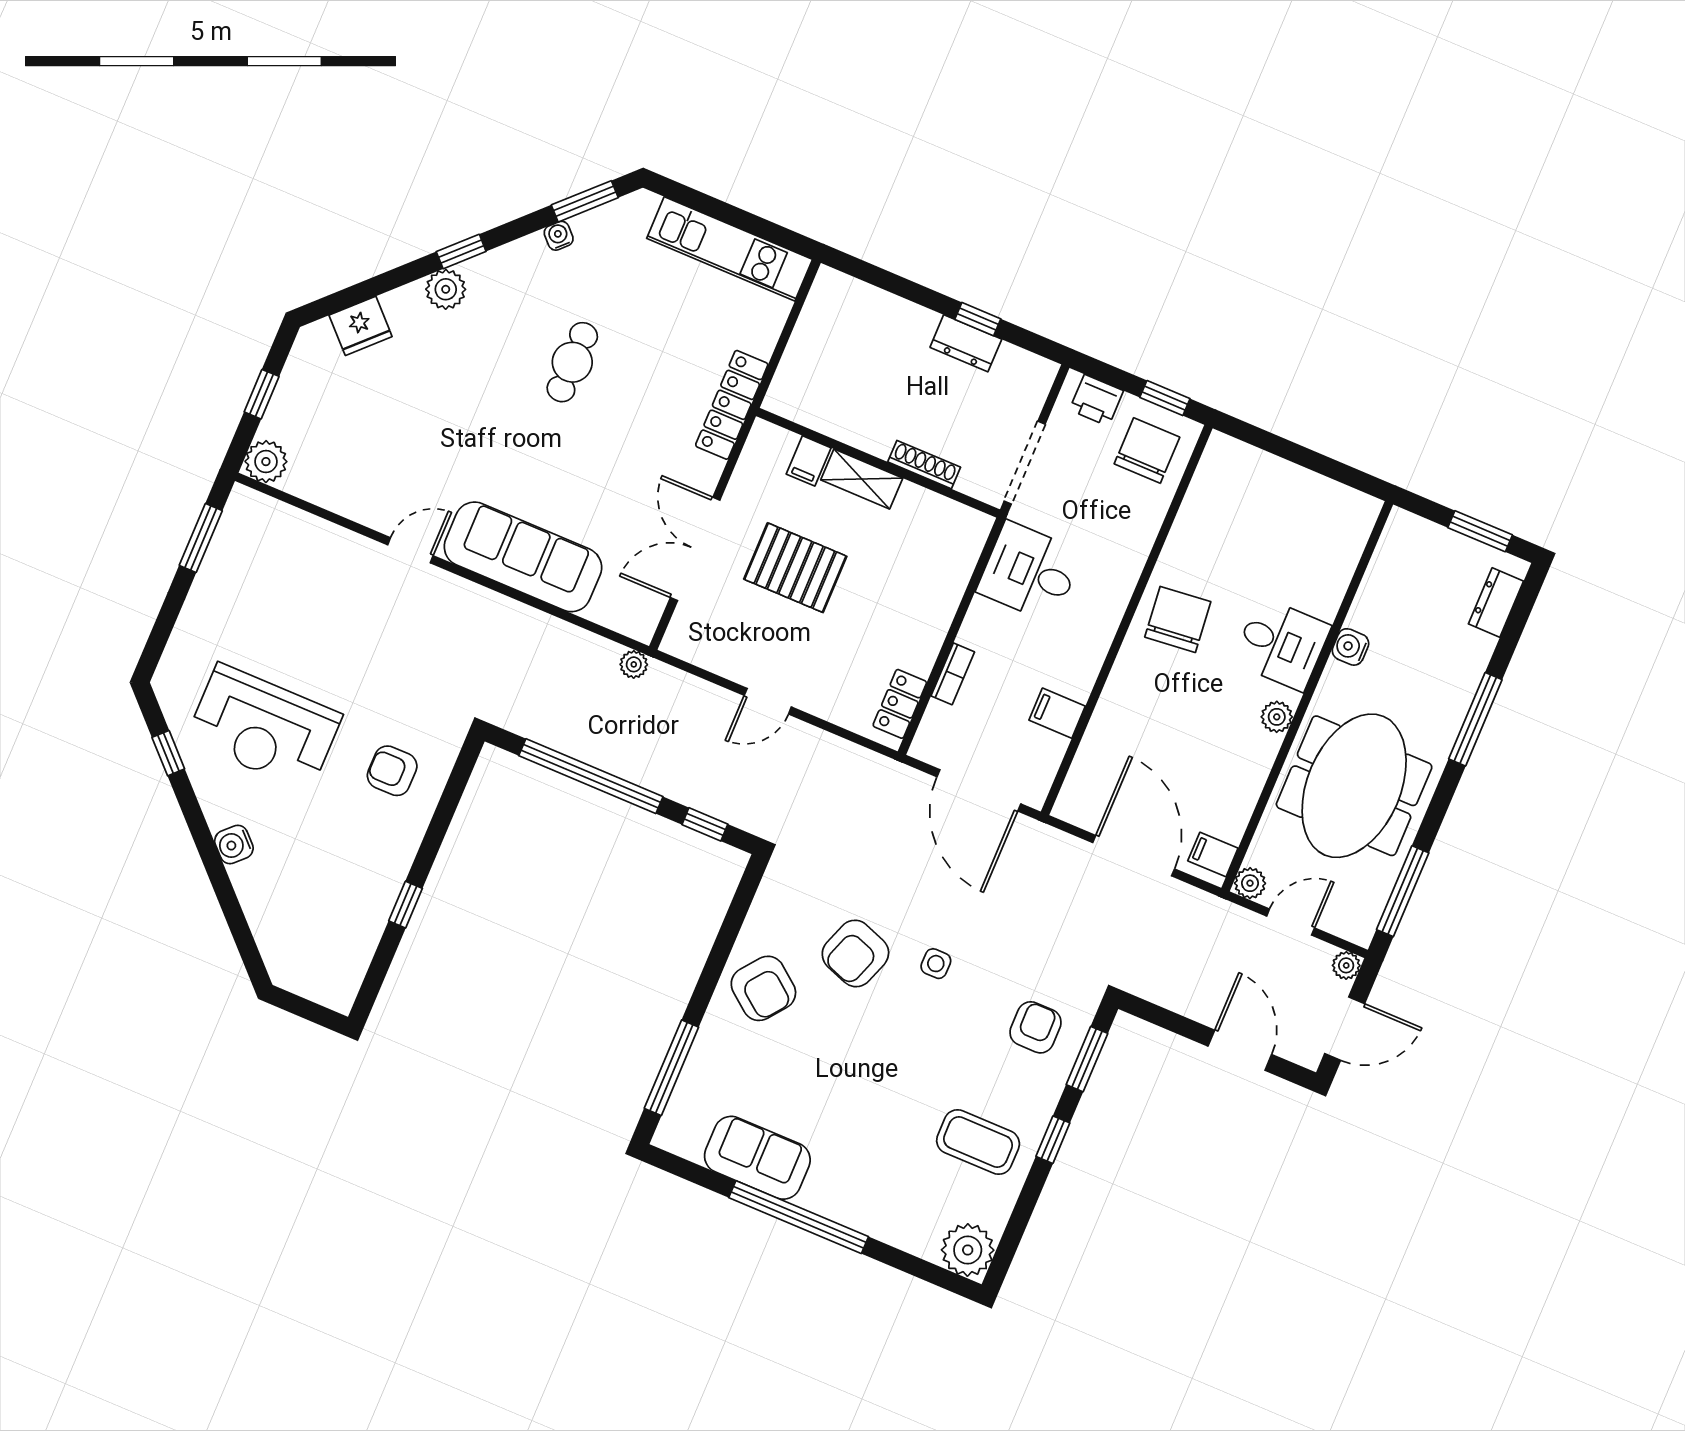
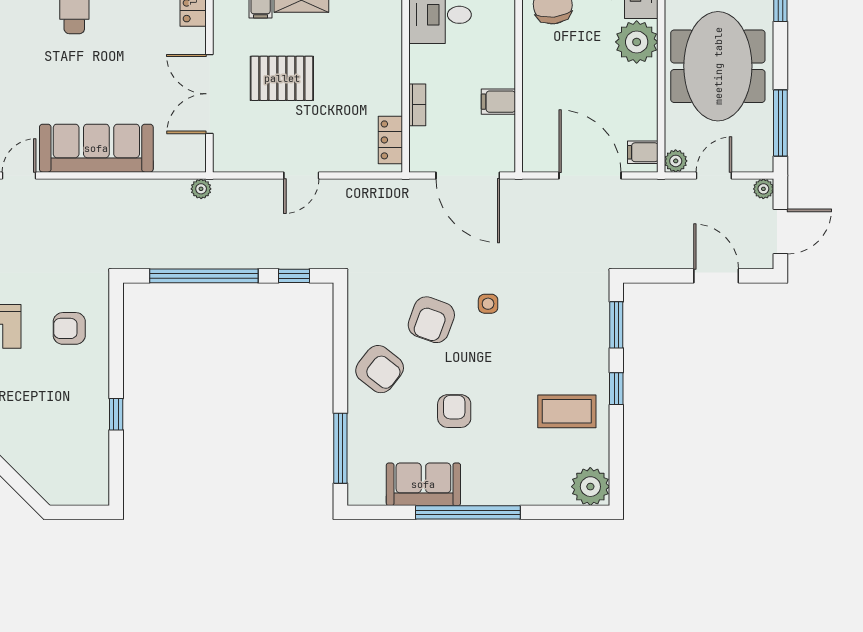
plant: (1277, 717) -> (637, 42), width x1.87, depth x1.87
armchair: (1035, 1027) -> (454, 411), moved

